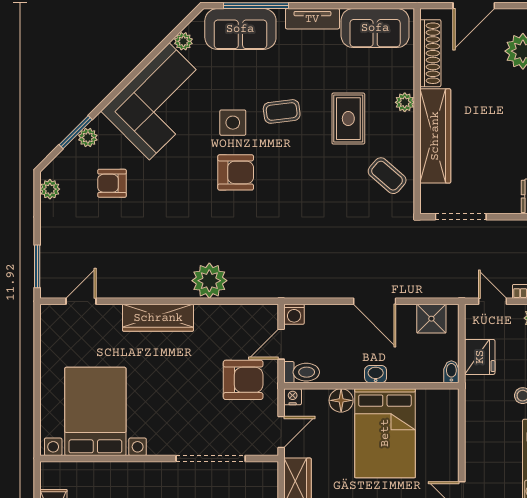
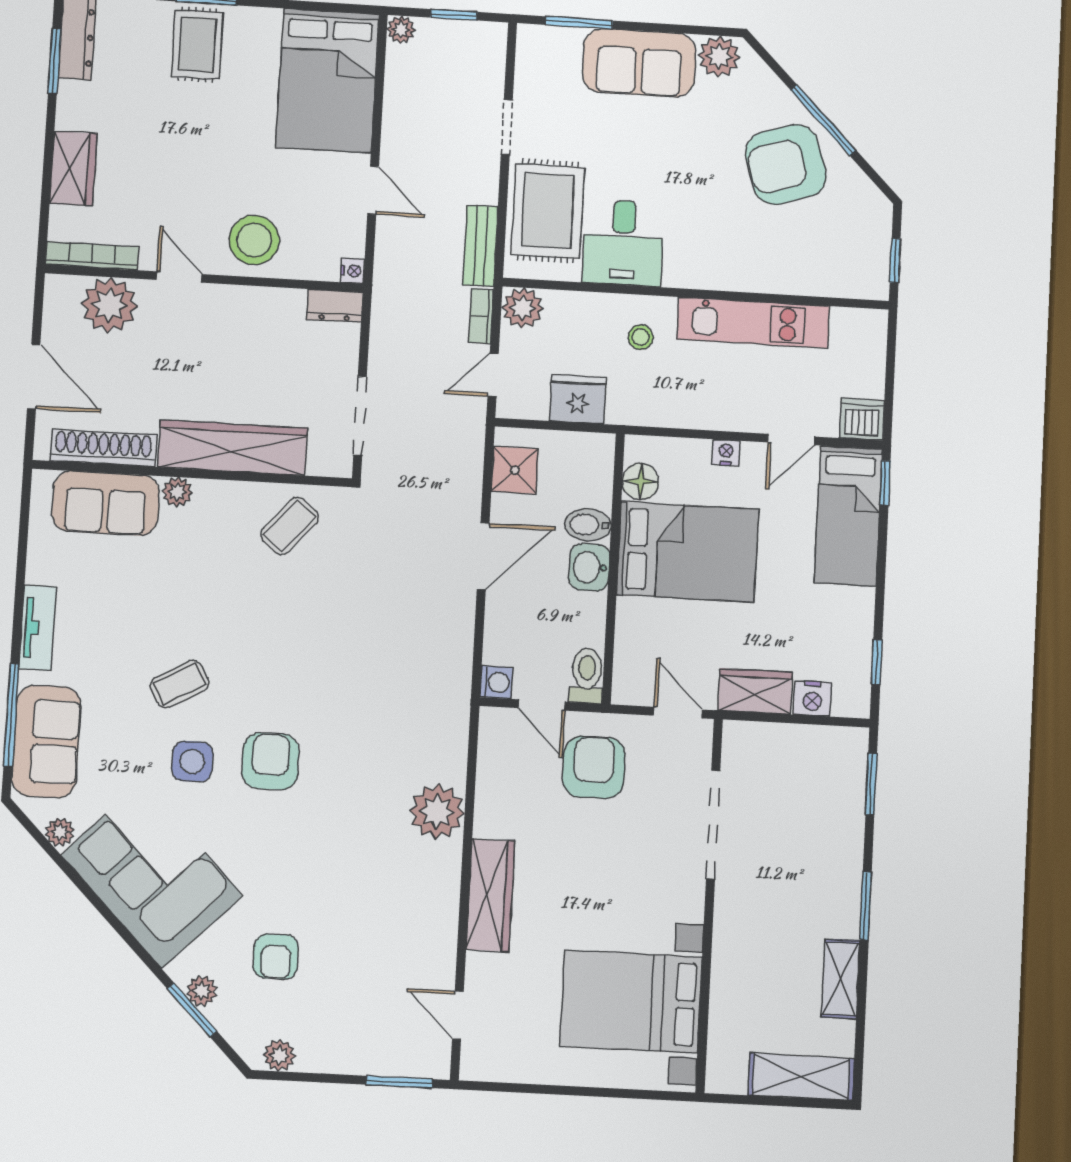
sofa: (375, 28) -> (106, 503), moved, turned 90
coffee table: (282, 111) -> (180, 684), turned 68
rug: (348, 119) -> (197, 581), removed
bidet: (451, 372) -> (588, 525), moved, width x1.38, depth x1.36
washbasin: (376, 374) -> (589, 567), width x1.38, depth x1.45
nightstand: (293, 397) -> (726, 453), moved, turned 90
floor lamp: (341, 400) -> (641, 481), moved

